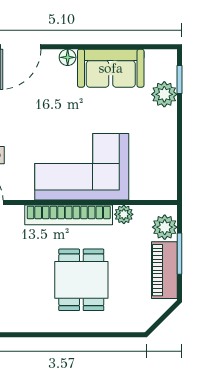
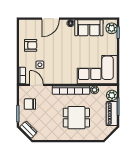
plant: (164, 94) -> (112, 28), moved
corner sofa: (82, 167) -> (97, 70), moved
dining table: (81, 280) -> (76, 118), turned 90

